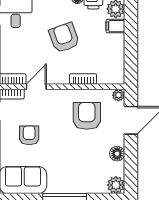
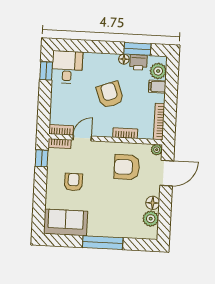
bookcase: (119, 64) -> (159, 122), added
armchair: (87, 116) -> (127, 167), turned -90
plant: (116, 185) -> (151, 219), moved

